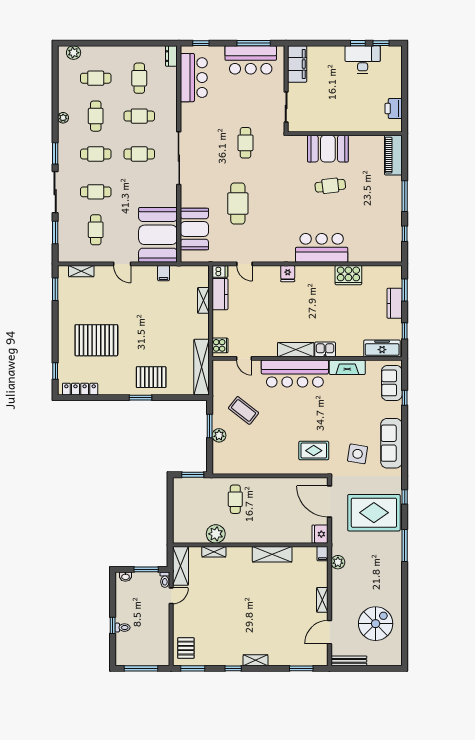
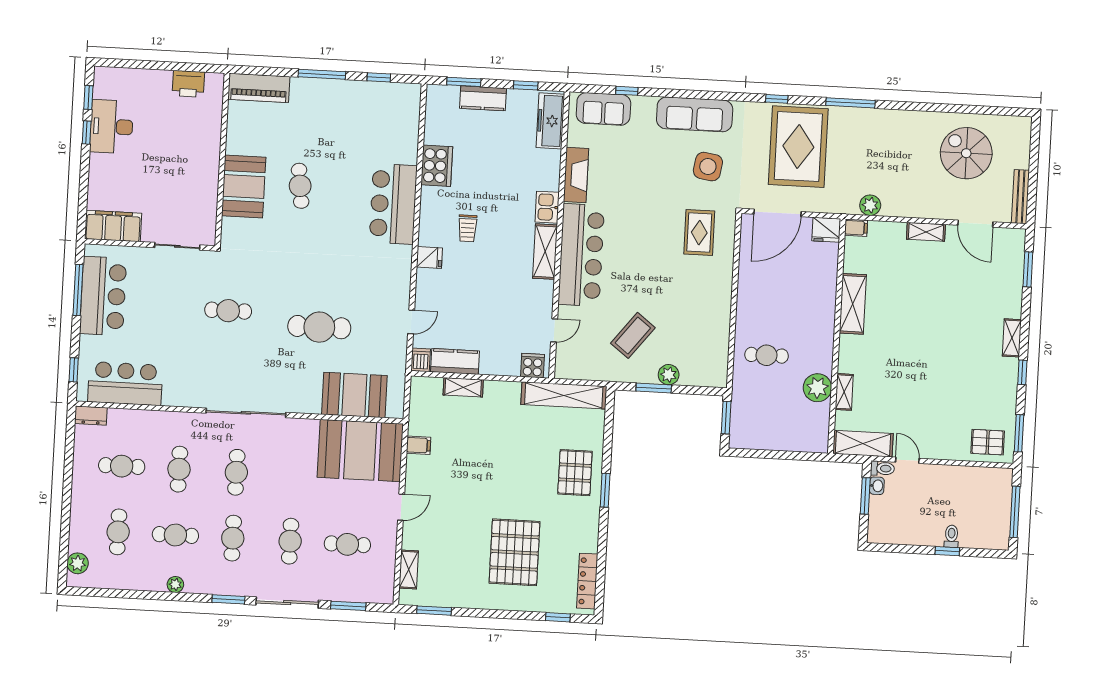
trolley: (308, 298) -> (468, 228), added
washbasin: (125, 577) -> (877, 486), moved

